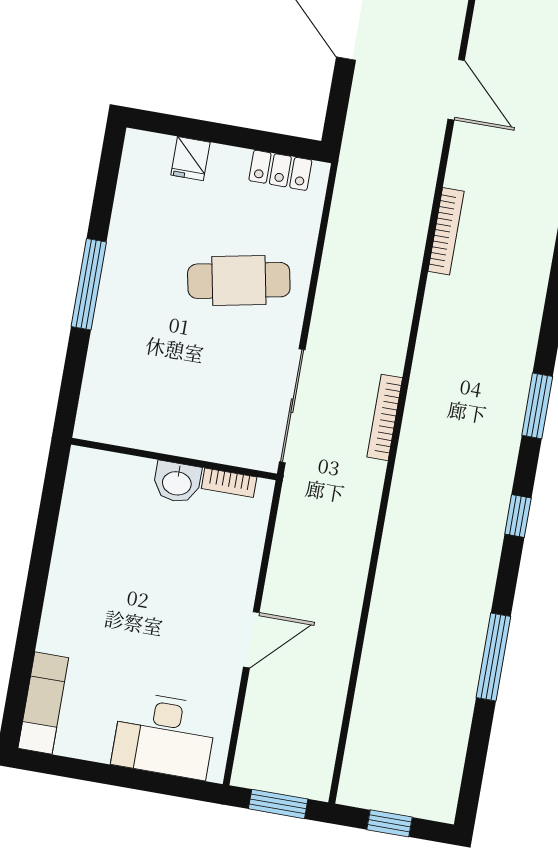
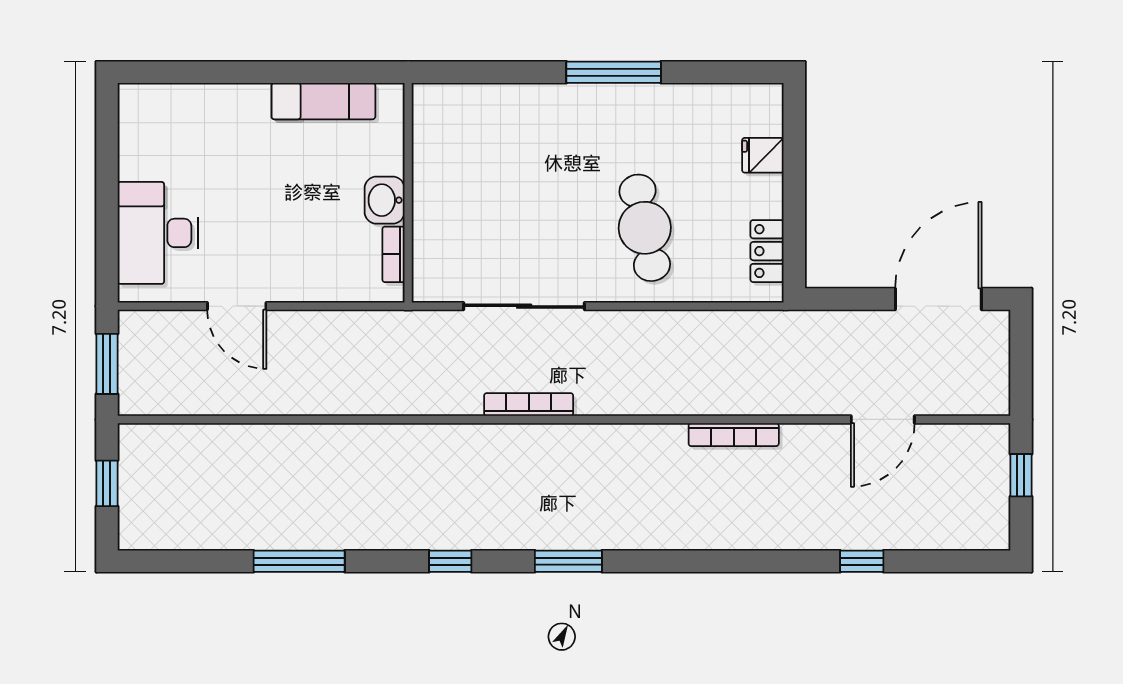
wall: (174, 459) -> (408, 193), moved
washbasin: (177, 482) -> (385, 200), moved
bookcase: (229, 483) -> (393, 254), moved
door: (251, 640) -> (237, 306), moved
exam couch: (43, 703) -> (323, 101), moved

